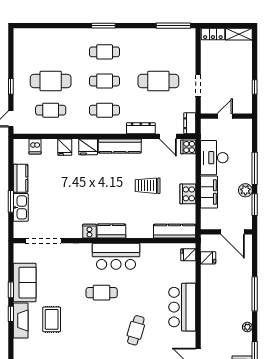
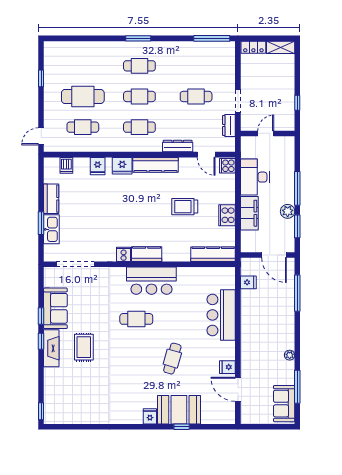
cafe table: (158, 81) -> (196, 97), width x0.73, depth x0.74
window: (11, 86) -> (41, 78), moved
dresser: (190, 123) -> (229, 126), moved
fridge: (188, 255) -> (227, 367), moved
window: (255, 294) -> (297, 293), moved
bar counter: (182, 307) -> (221, 315), moved

